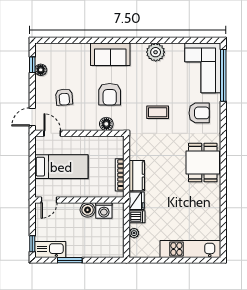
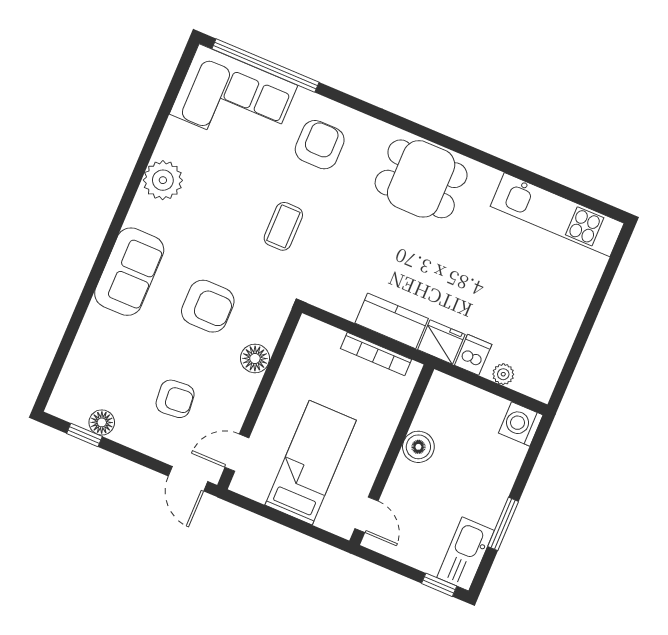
floor lamp: (106, 124) -> (255, 358), moved
washing machine: (104, 210) -> (521, 424), moved, turned 180
kitchen unit: (190, 249) -> (557, 215), moved, turned -90

